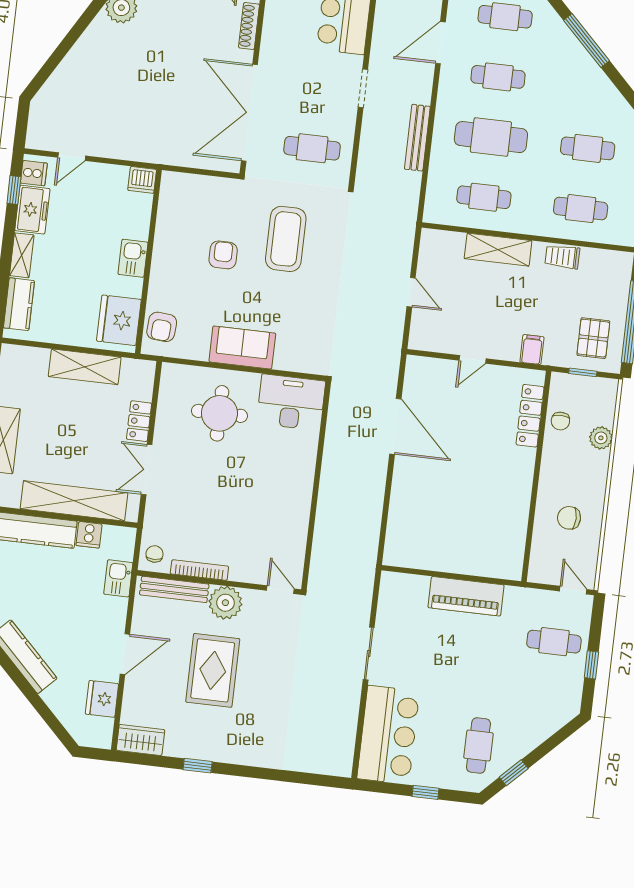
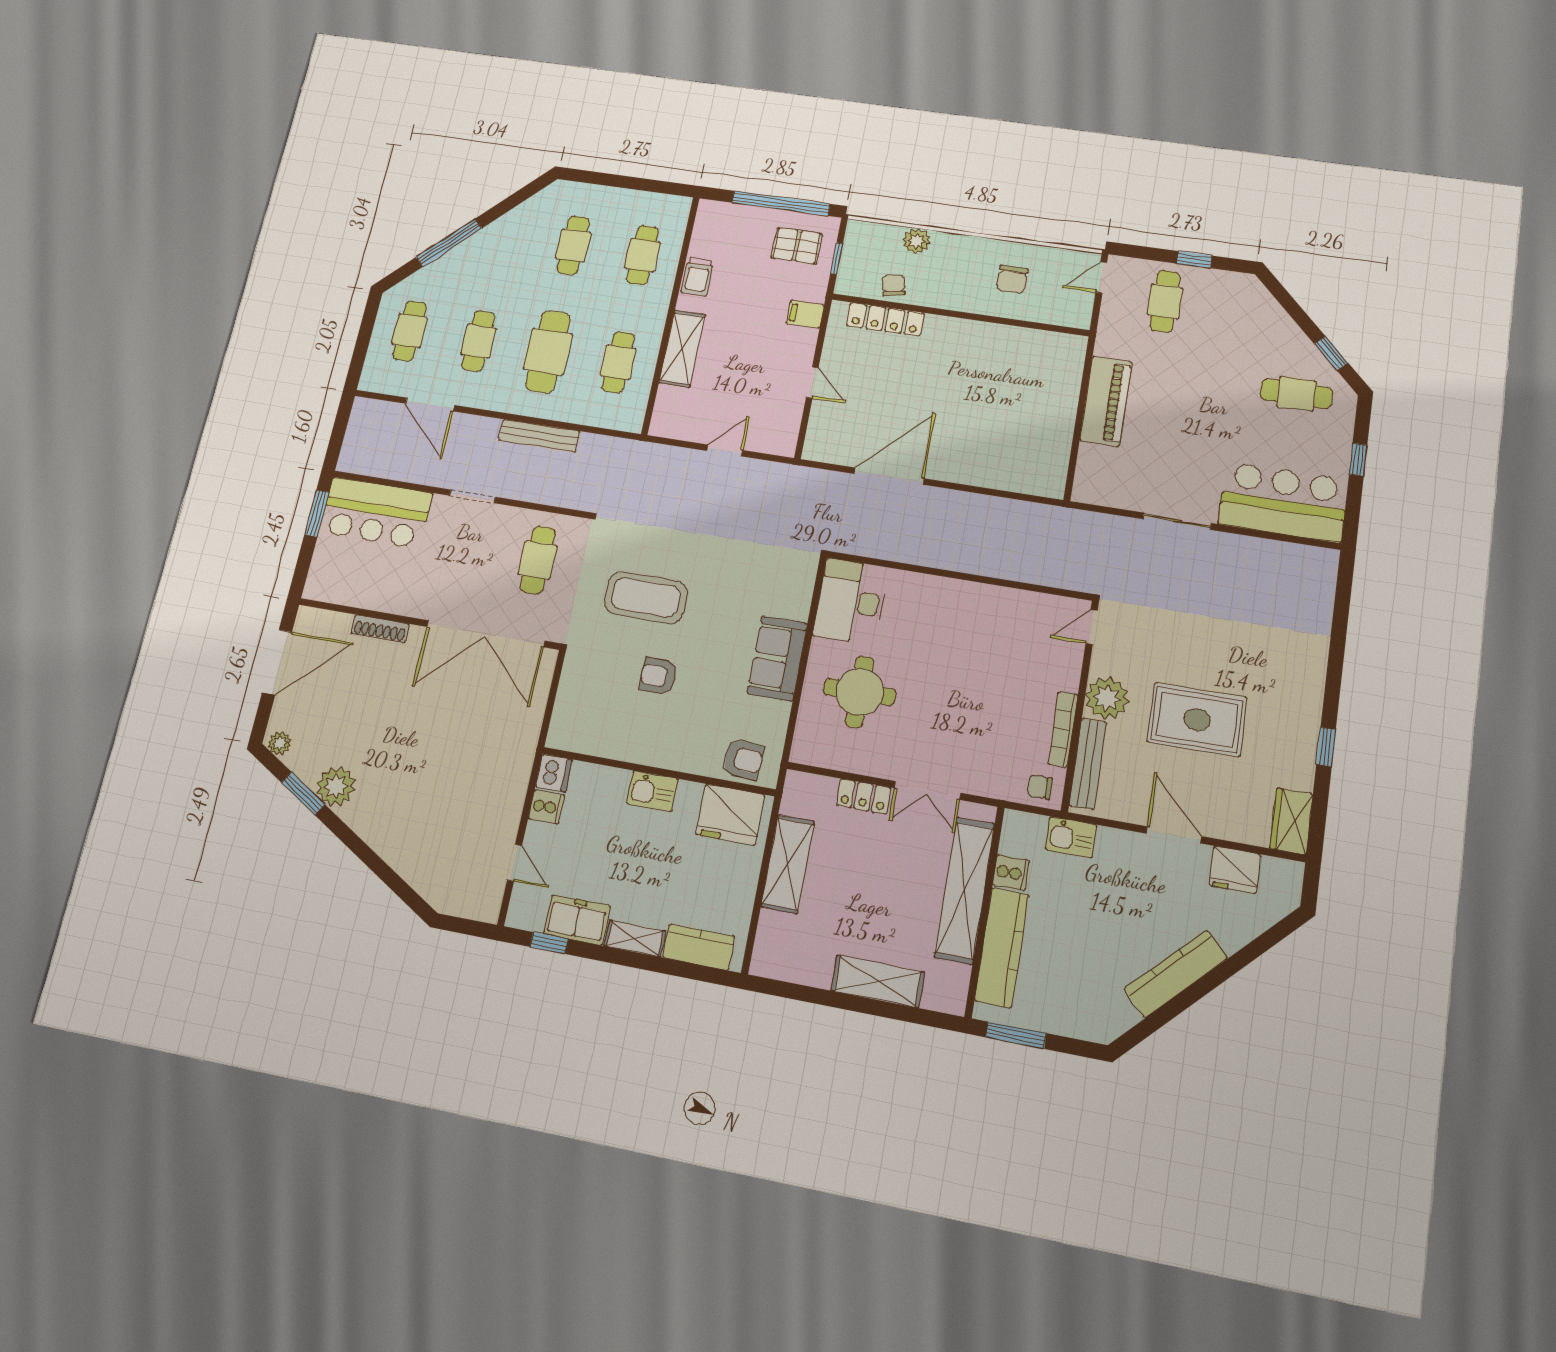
cooker: (34, 173) -> (546, 807), moved, turned 90
chair: (560, 421) -> (894, 285), turned -102

